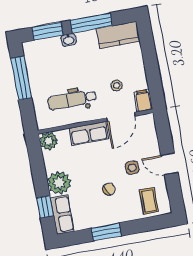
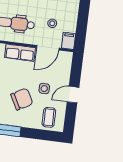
door: (169, 164) -> (73, 95), hinge flipped
chair: (109, 189) -> (22, 99), width x1.87, depth x1.87

